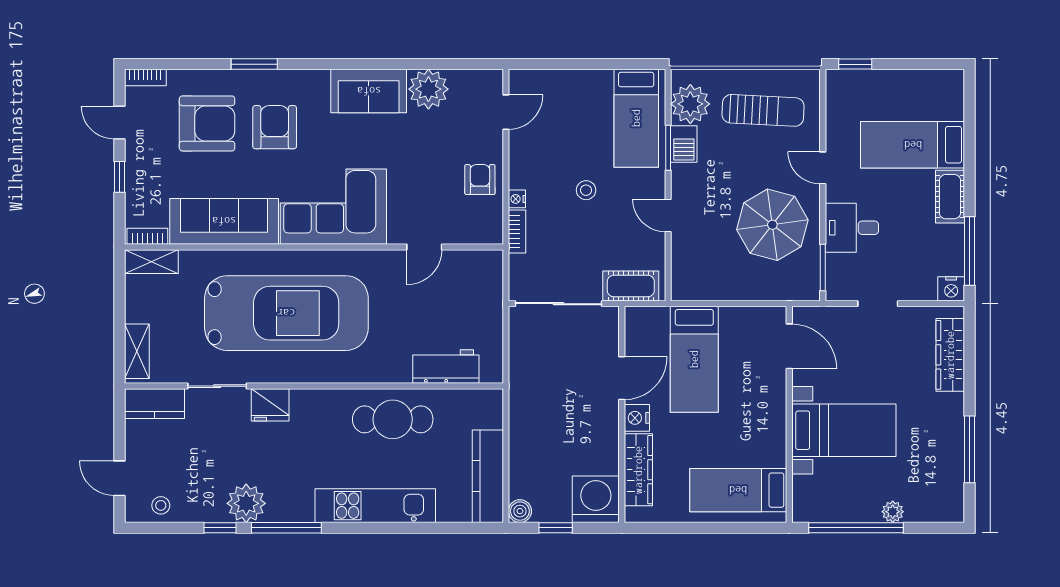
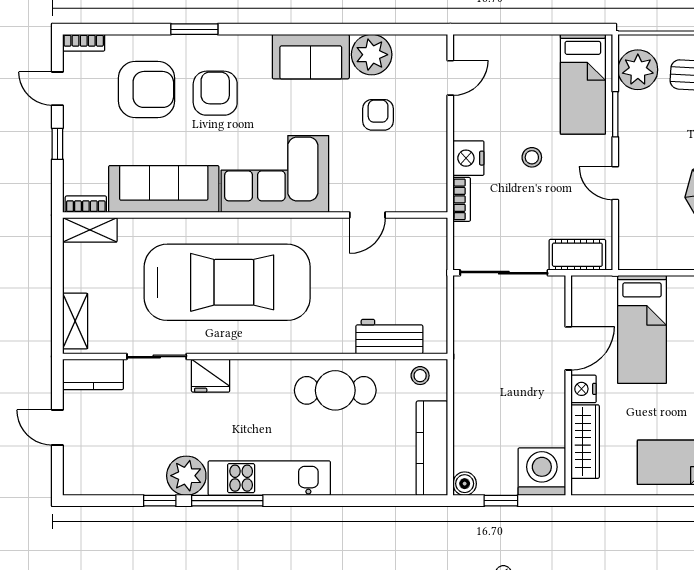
barbecue: (684, 144) -> (631, 110), removed
armchair: (480, 180) -> (378, 115), moved
nightstand: (517, 199) -> (468, 158), width x1.89, depth x1.79
door: (119, 478) -> (57, 428), moved
stool: (161, 505) -> (420, 376), moved
kitchen unit: (375, 506) -> (269, 478), moved

